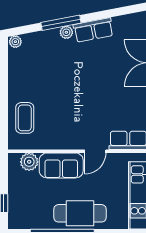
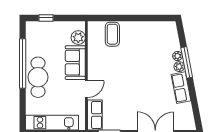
plant: (15, 42) -> (177, 56), moved
coffee table: (25, 118) -> (112, 34), turned 90
door: (95, 151) -> (86, 89), swing flipped

